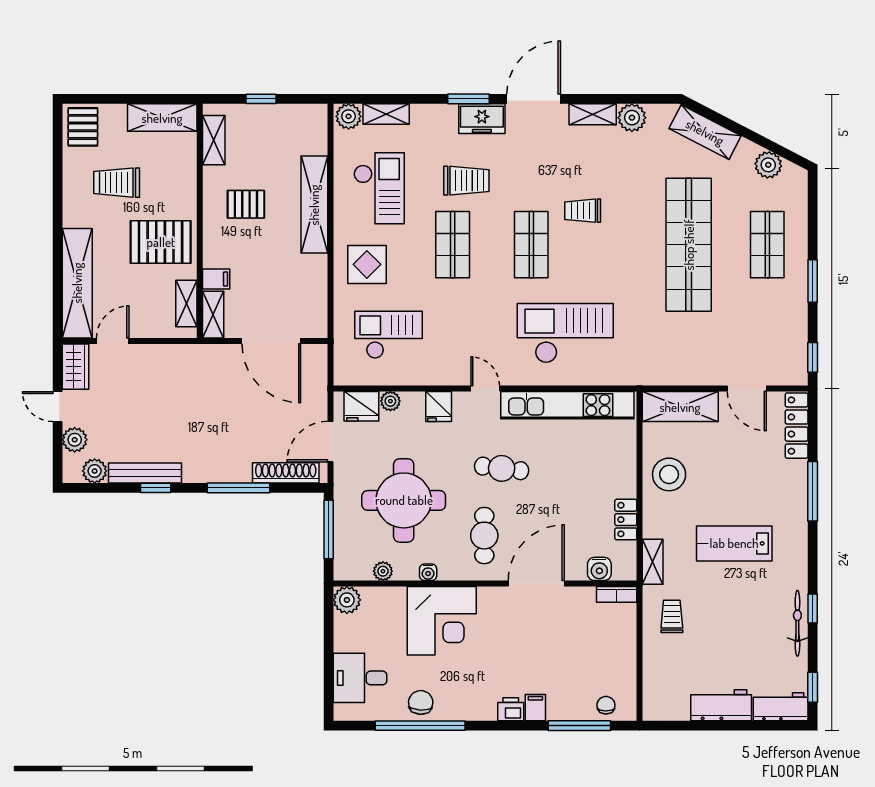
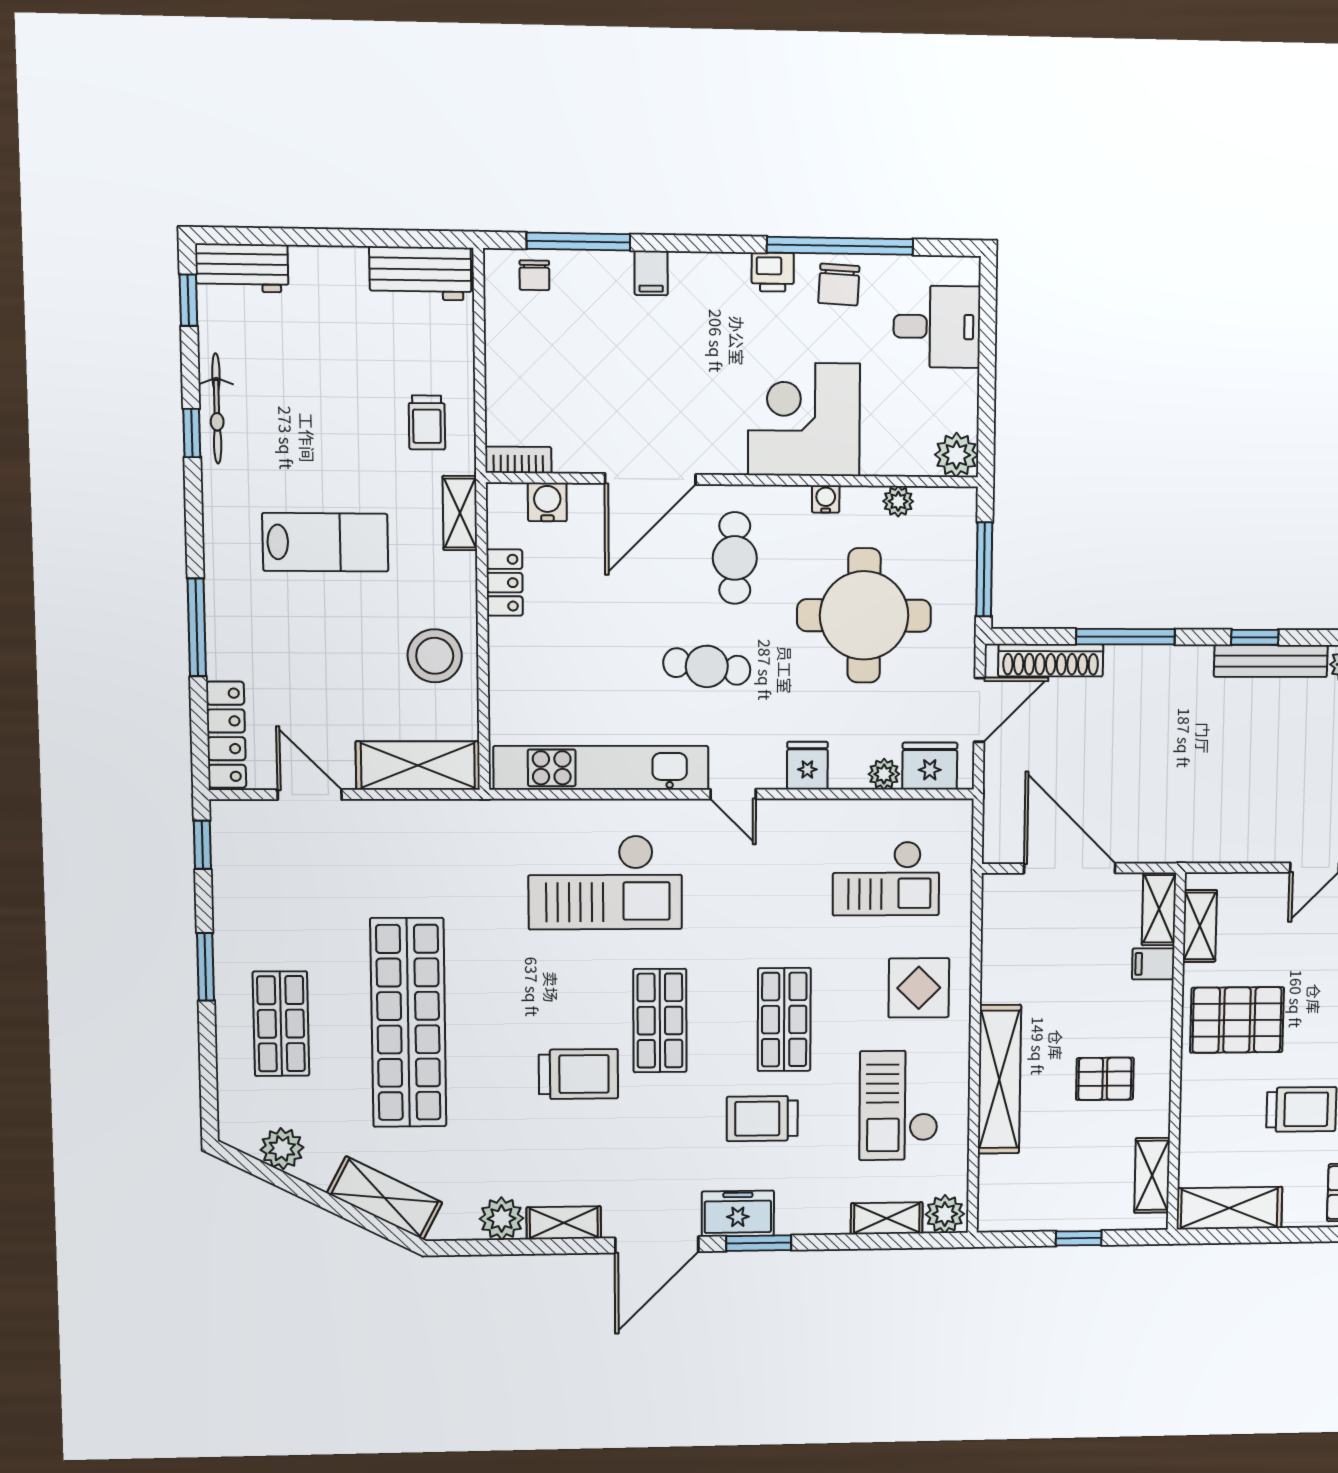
trolley: (583, 211) -> (578, 1074), width x1.36, depth x1.39
workbench: (721, 705) -> (420, 273), moved
printer: (511, 709) -> (773, 272), moved

